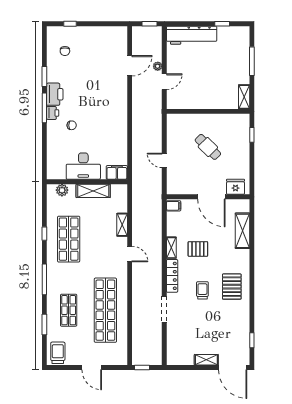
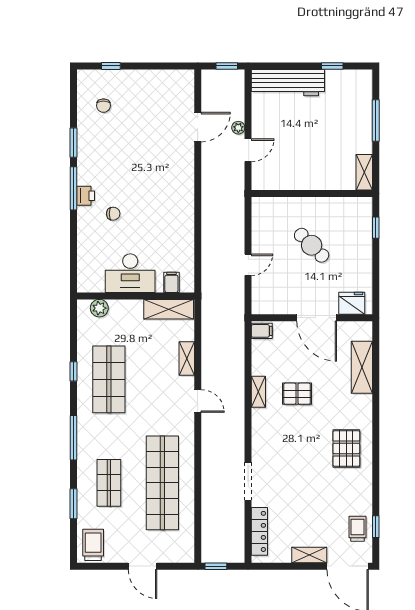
printer: (55, 94) -> (89, 168), removed
door: (164, 160) -> (248, 265), swing flipped
filing cabinet: (117, 172) -> (171, 282), width x0.50
shelving: (93, 191) -> (169, 309), moved
locker: (172, 276) -> (259, 531), moved
trolley: (202, 290) -> (357, 529), moved

